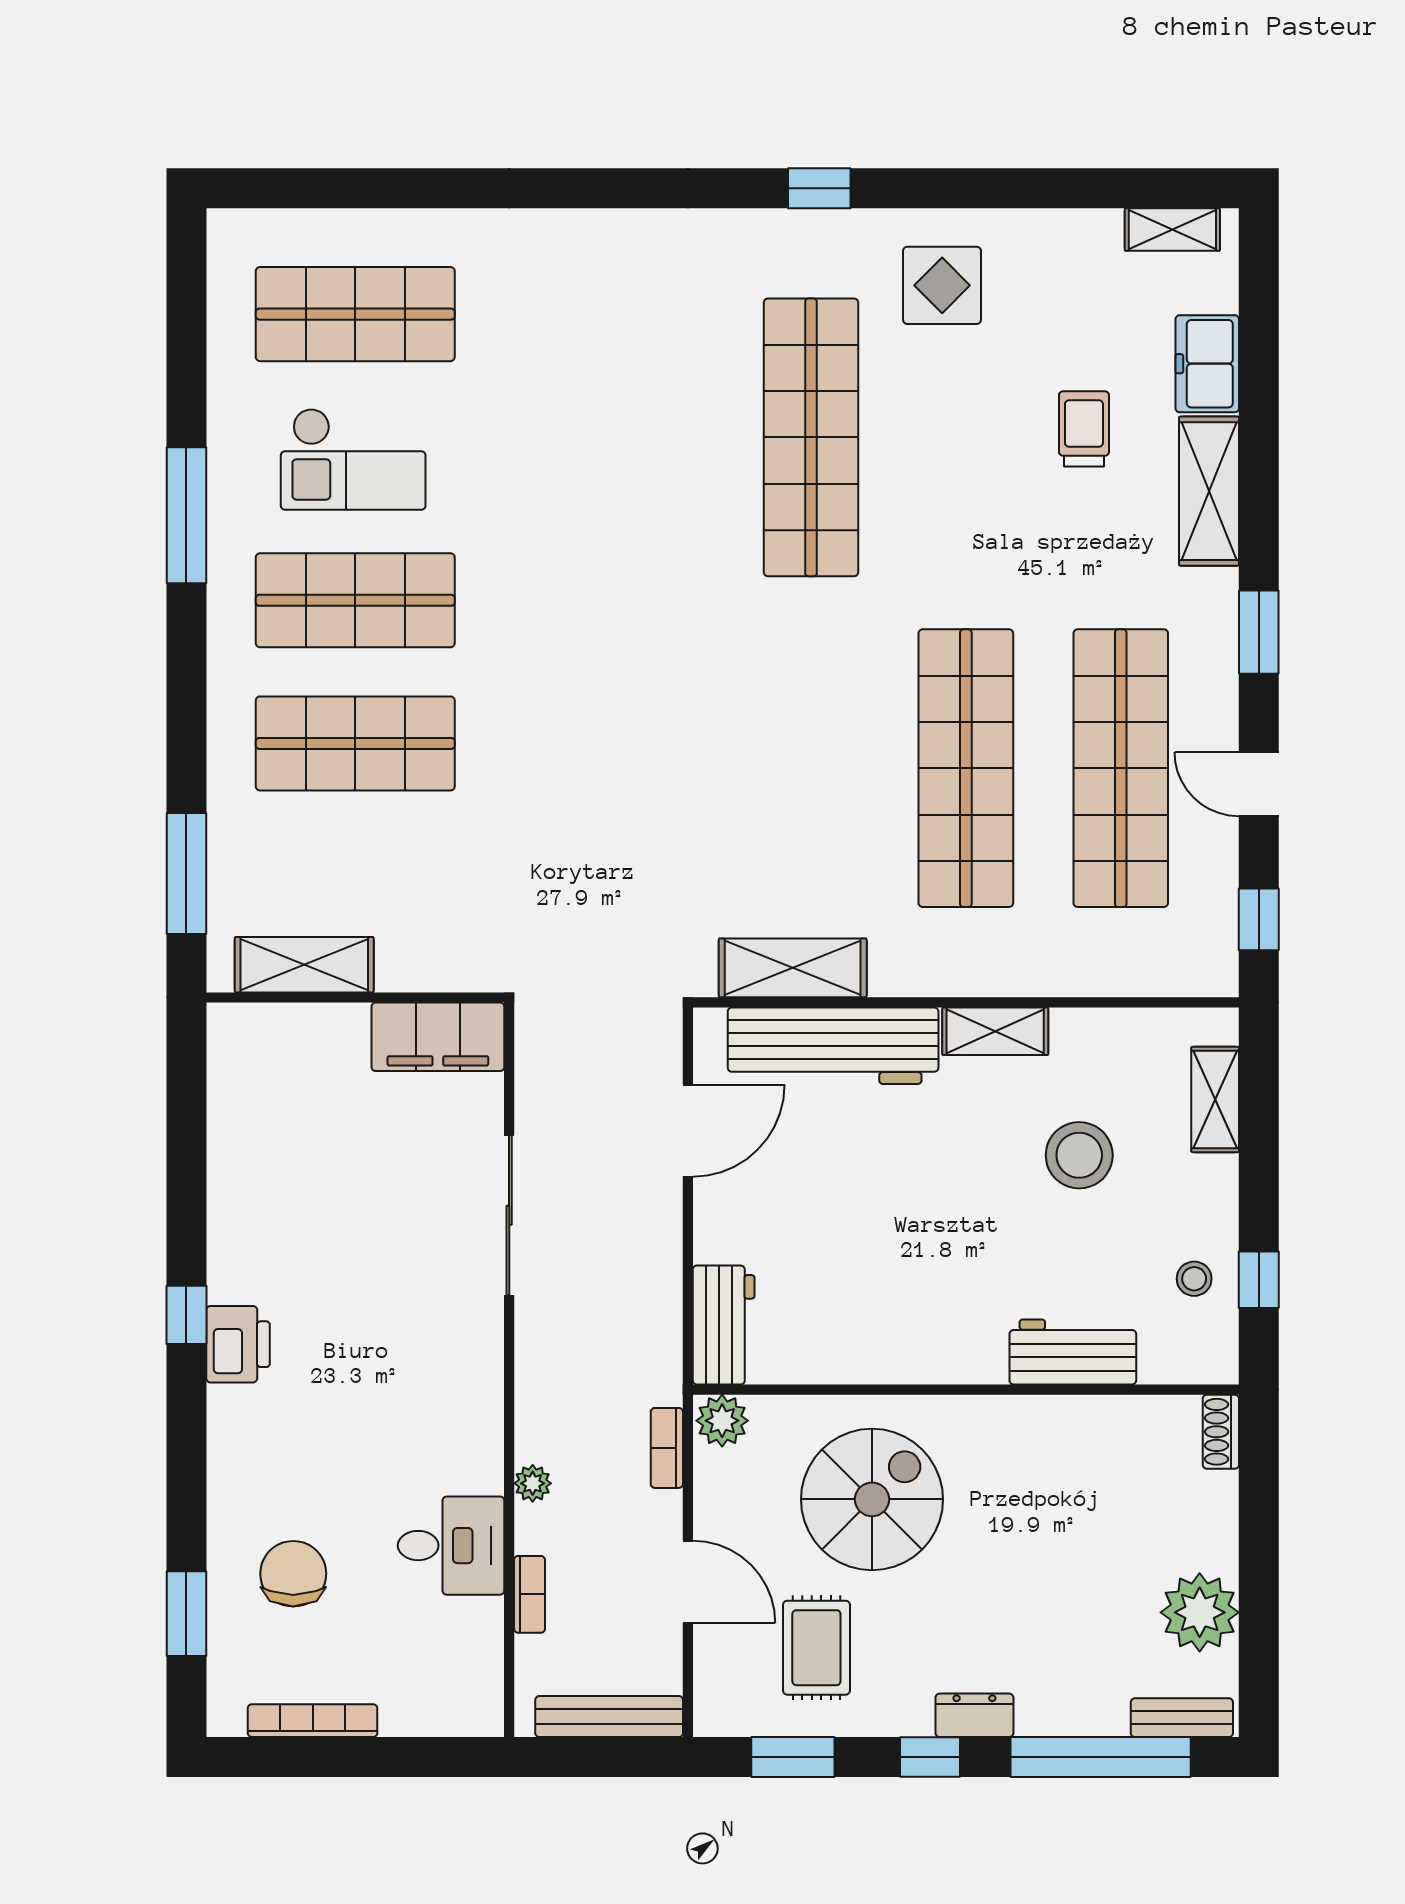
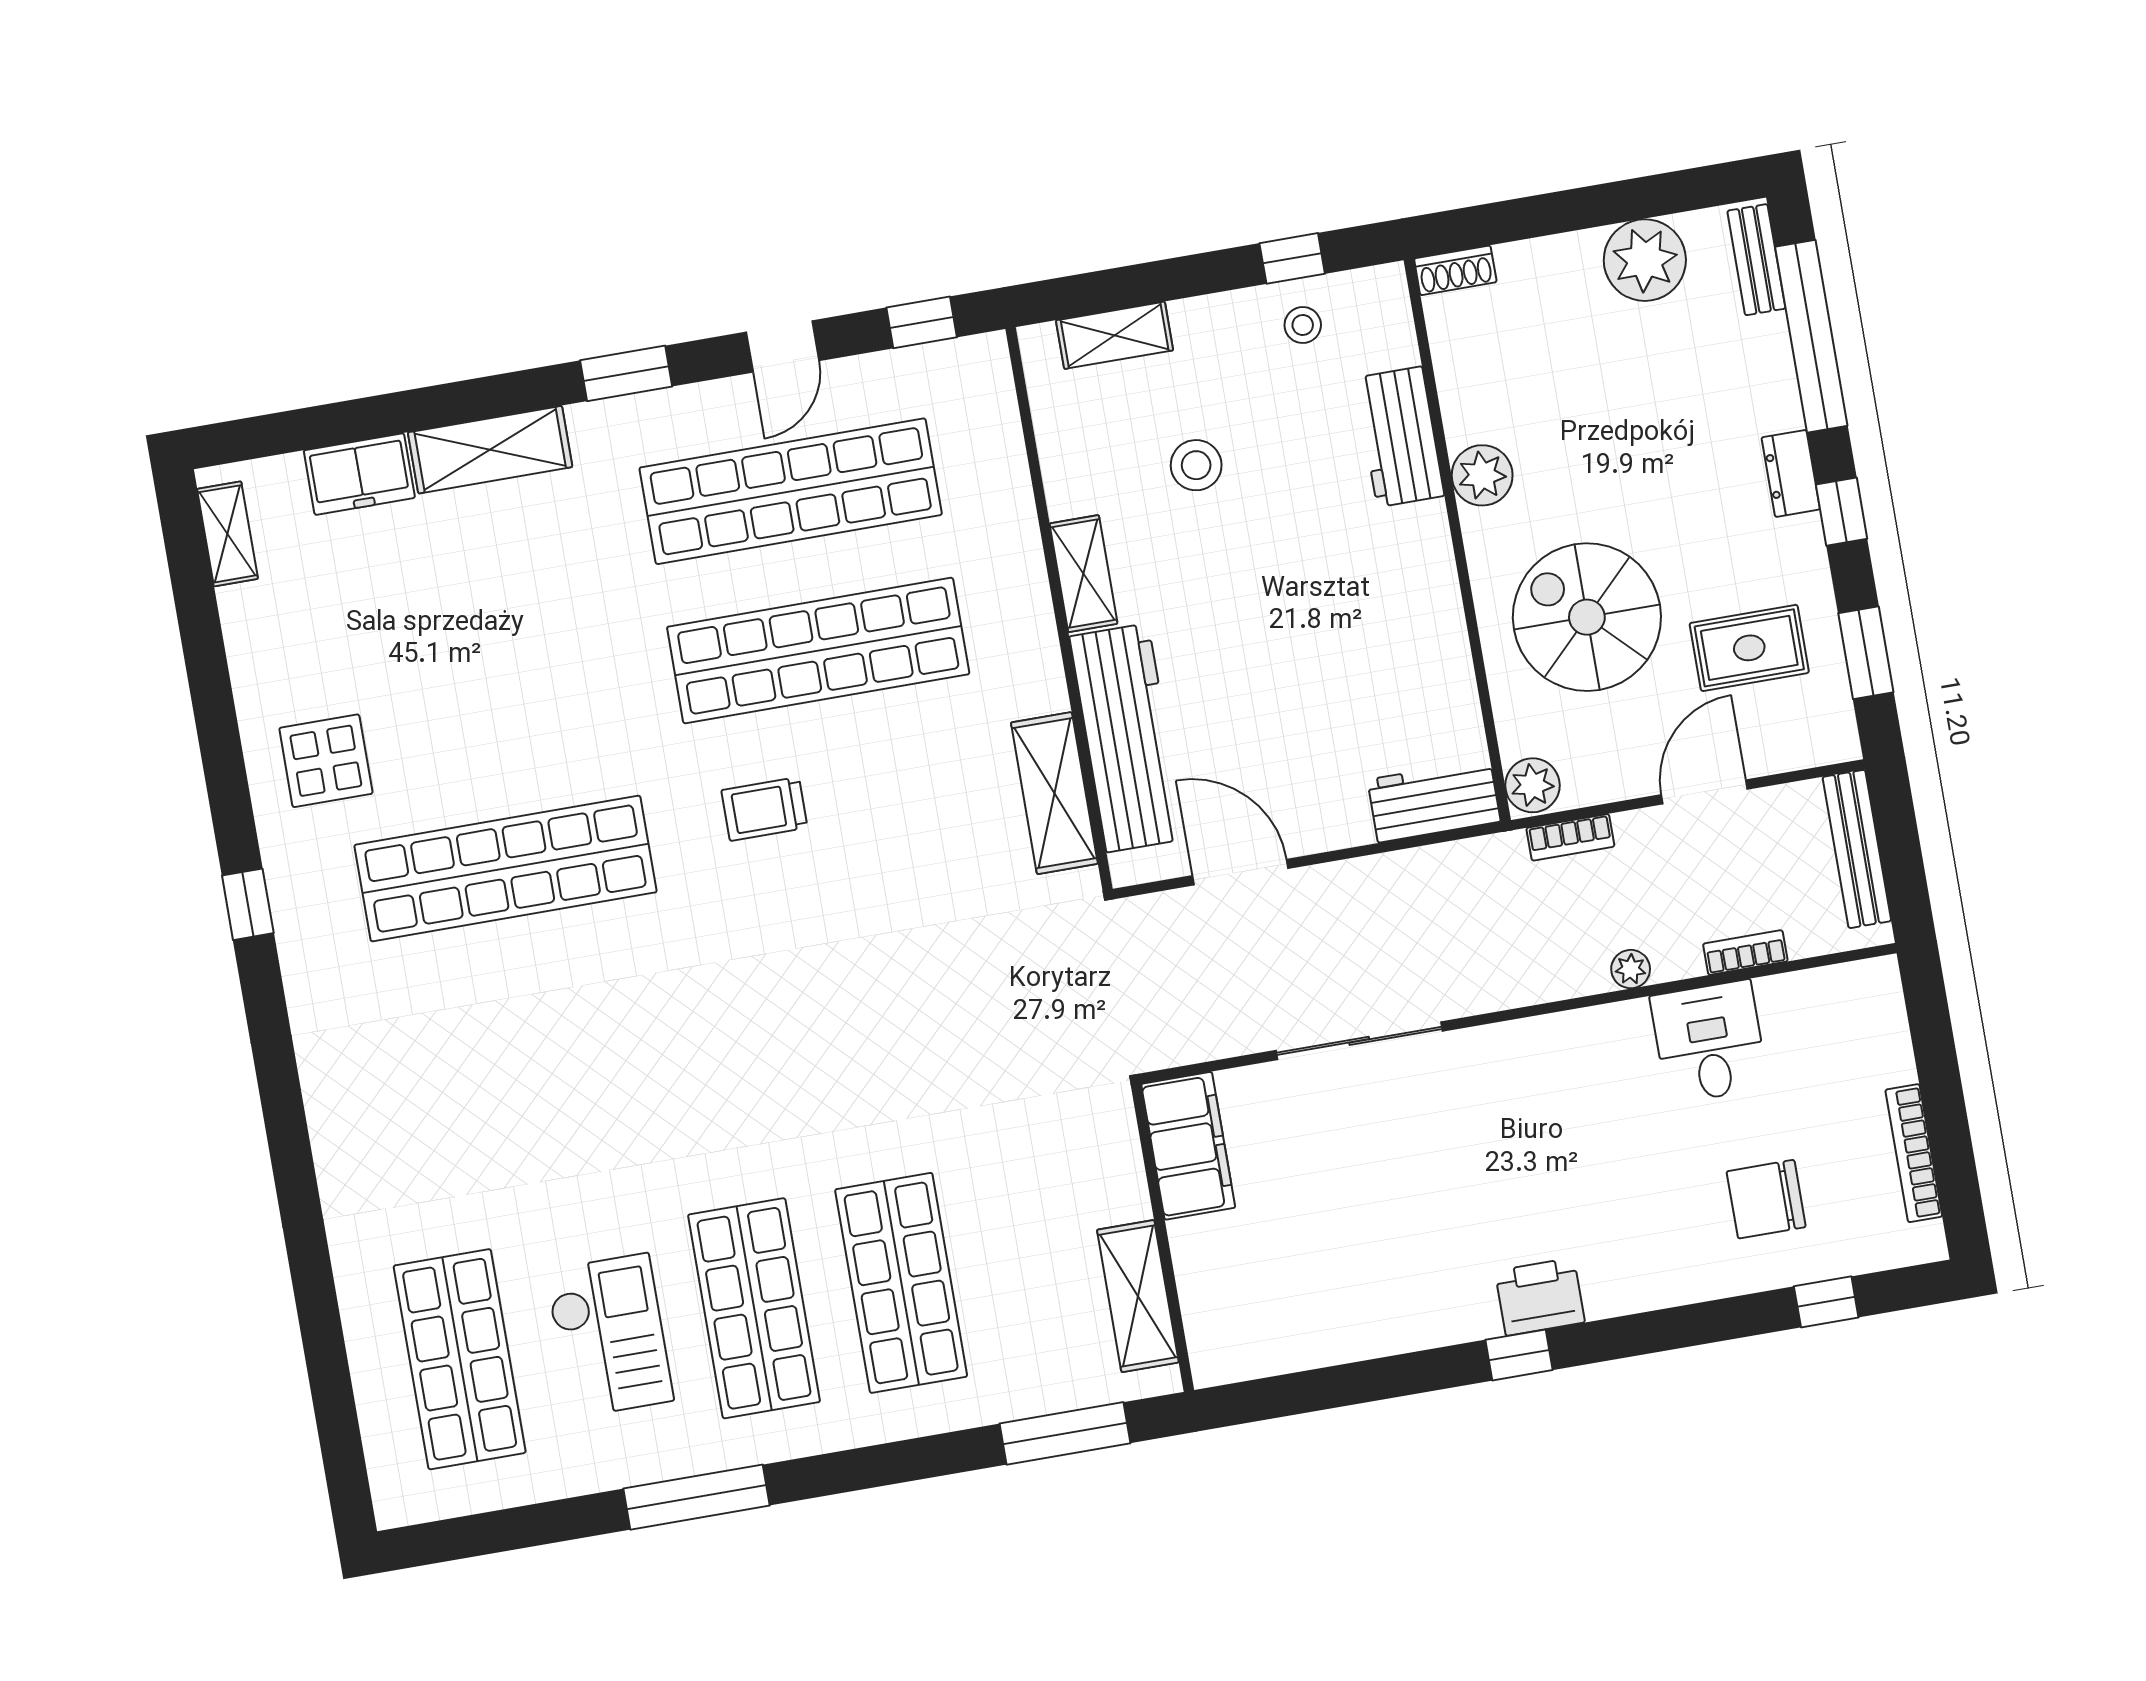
trolley: (1084, 429) -> (764, 809), moved
stool: (1079, 1155) -> (1196, 465), width x0.73, depth x0.73
plant: (1023, 1424) -> (1482, 475), added
window: (186, 1614) -> (1826, 1302), width x0.67

